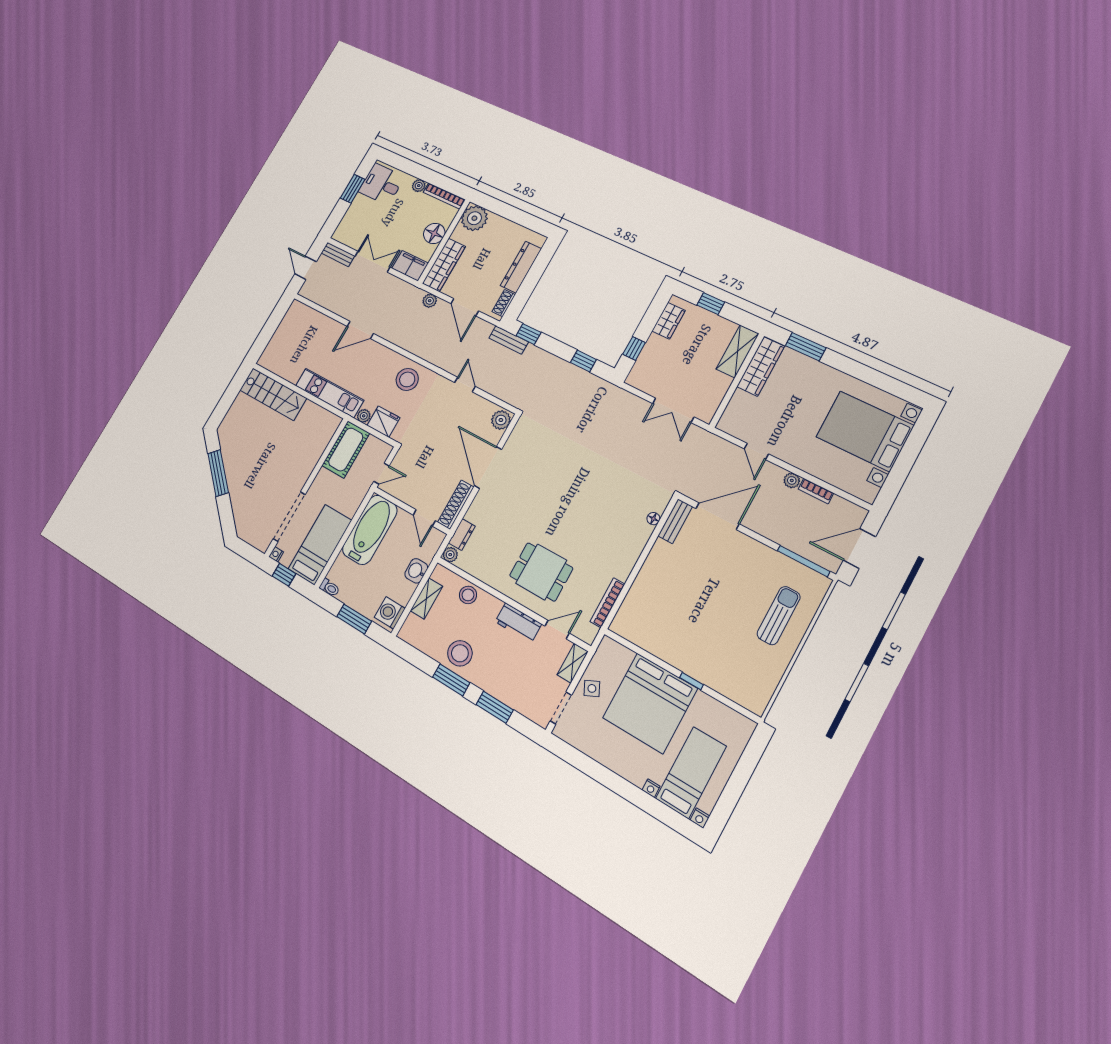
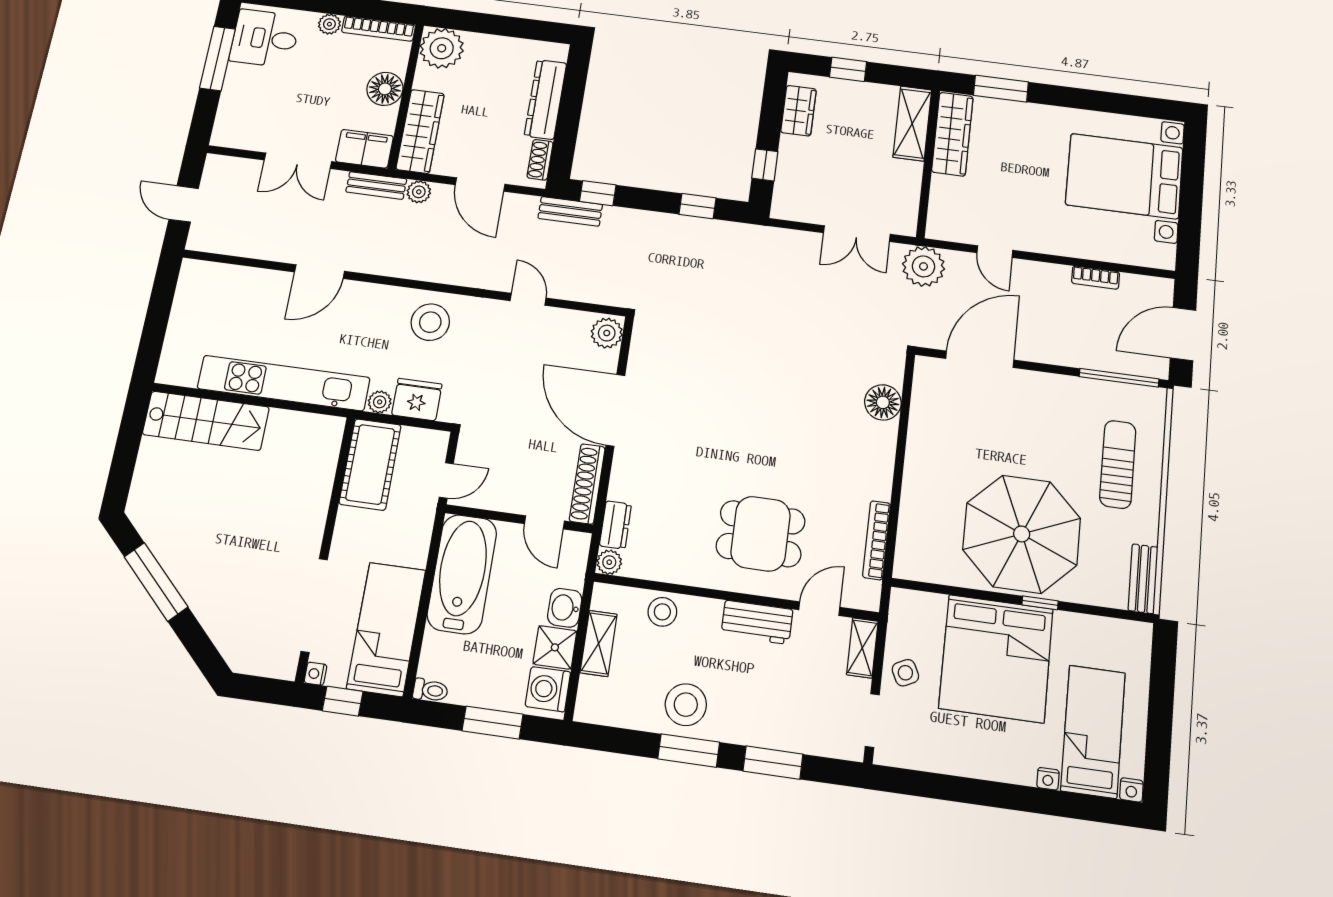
window: (353, 189) -> (217, 58), width x1.44
bench: (338, 254) -> (376, 185), moved
double door: (373, 262) -> (298, 161), swing flipped
kitchen unit: (329, 393) -> (284, 383), width x1.36
plant: (792, 480) -> (923, 266), moved, width x1.88, depth x1.88
floor lamp: (653, 519) -> (883, 402), width x1.89, depth x1.89
bench: (675, 521) -> (1143, 579), moved
shower: (402, 591) -> (555, 647), added
parasol: (698, 634) -> (1022, 534), added

